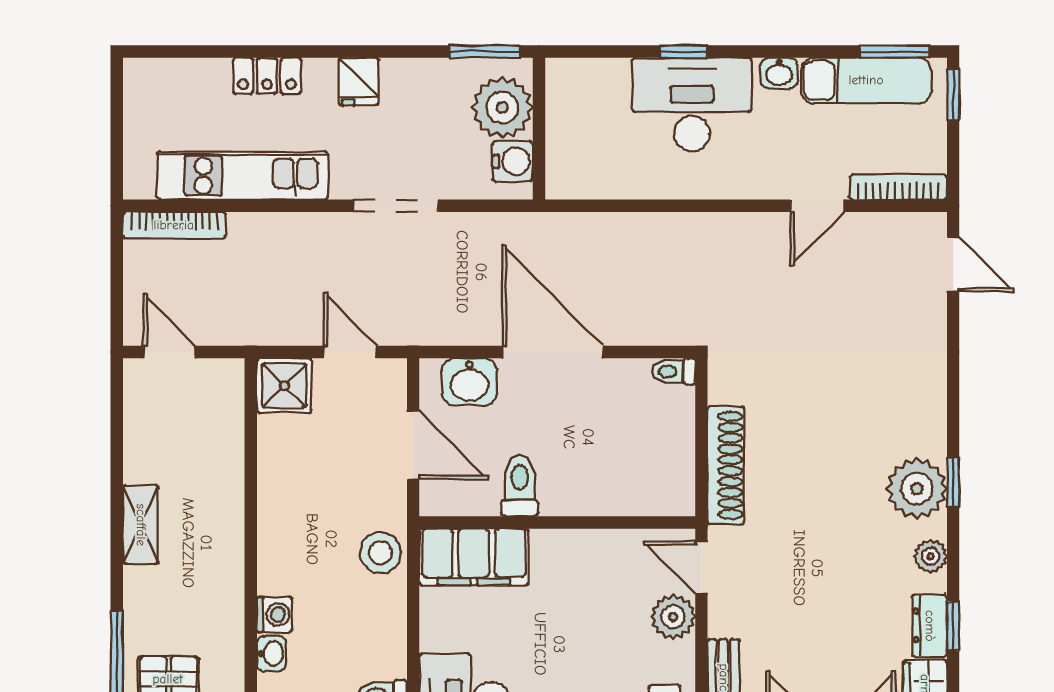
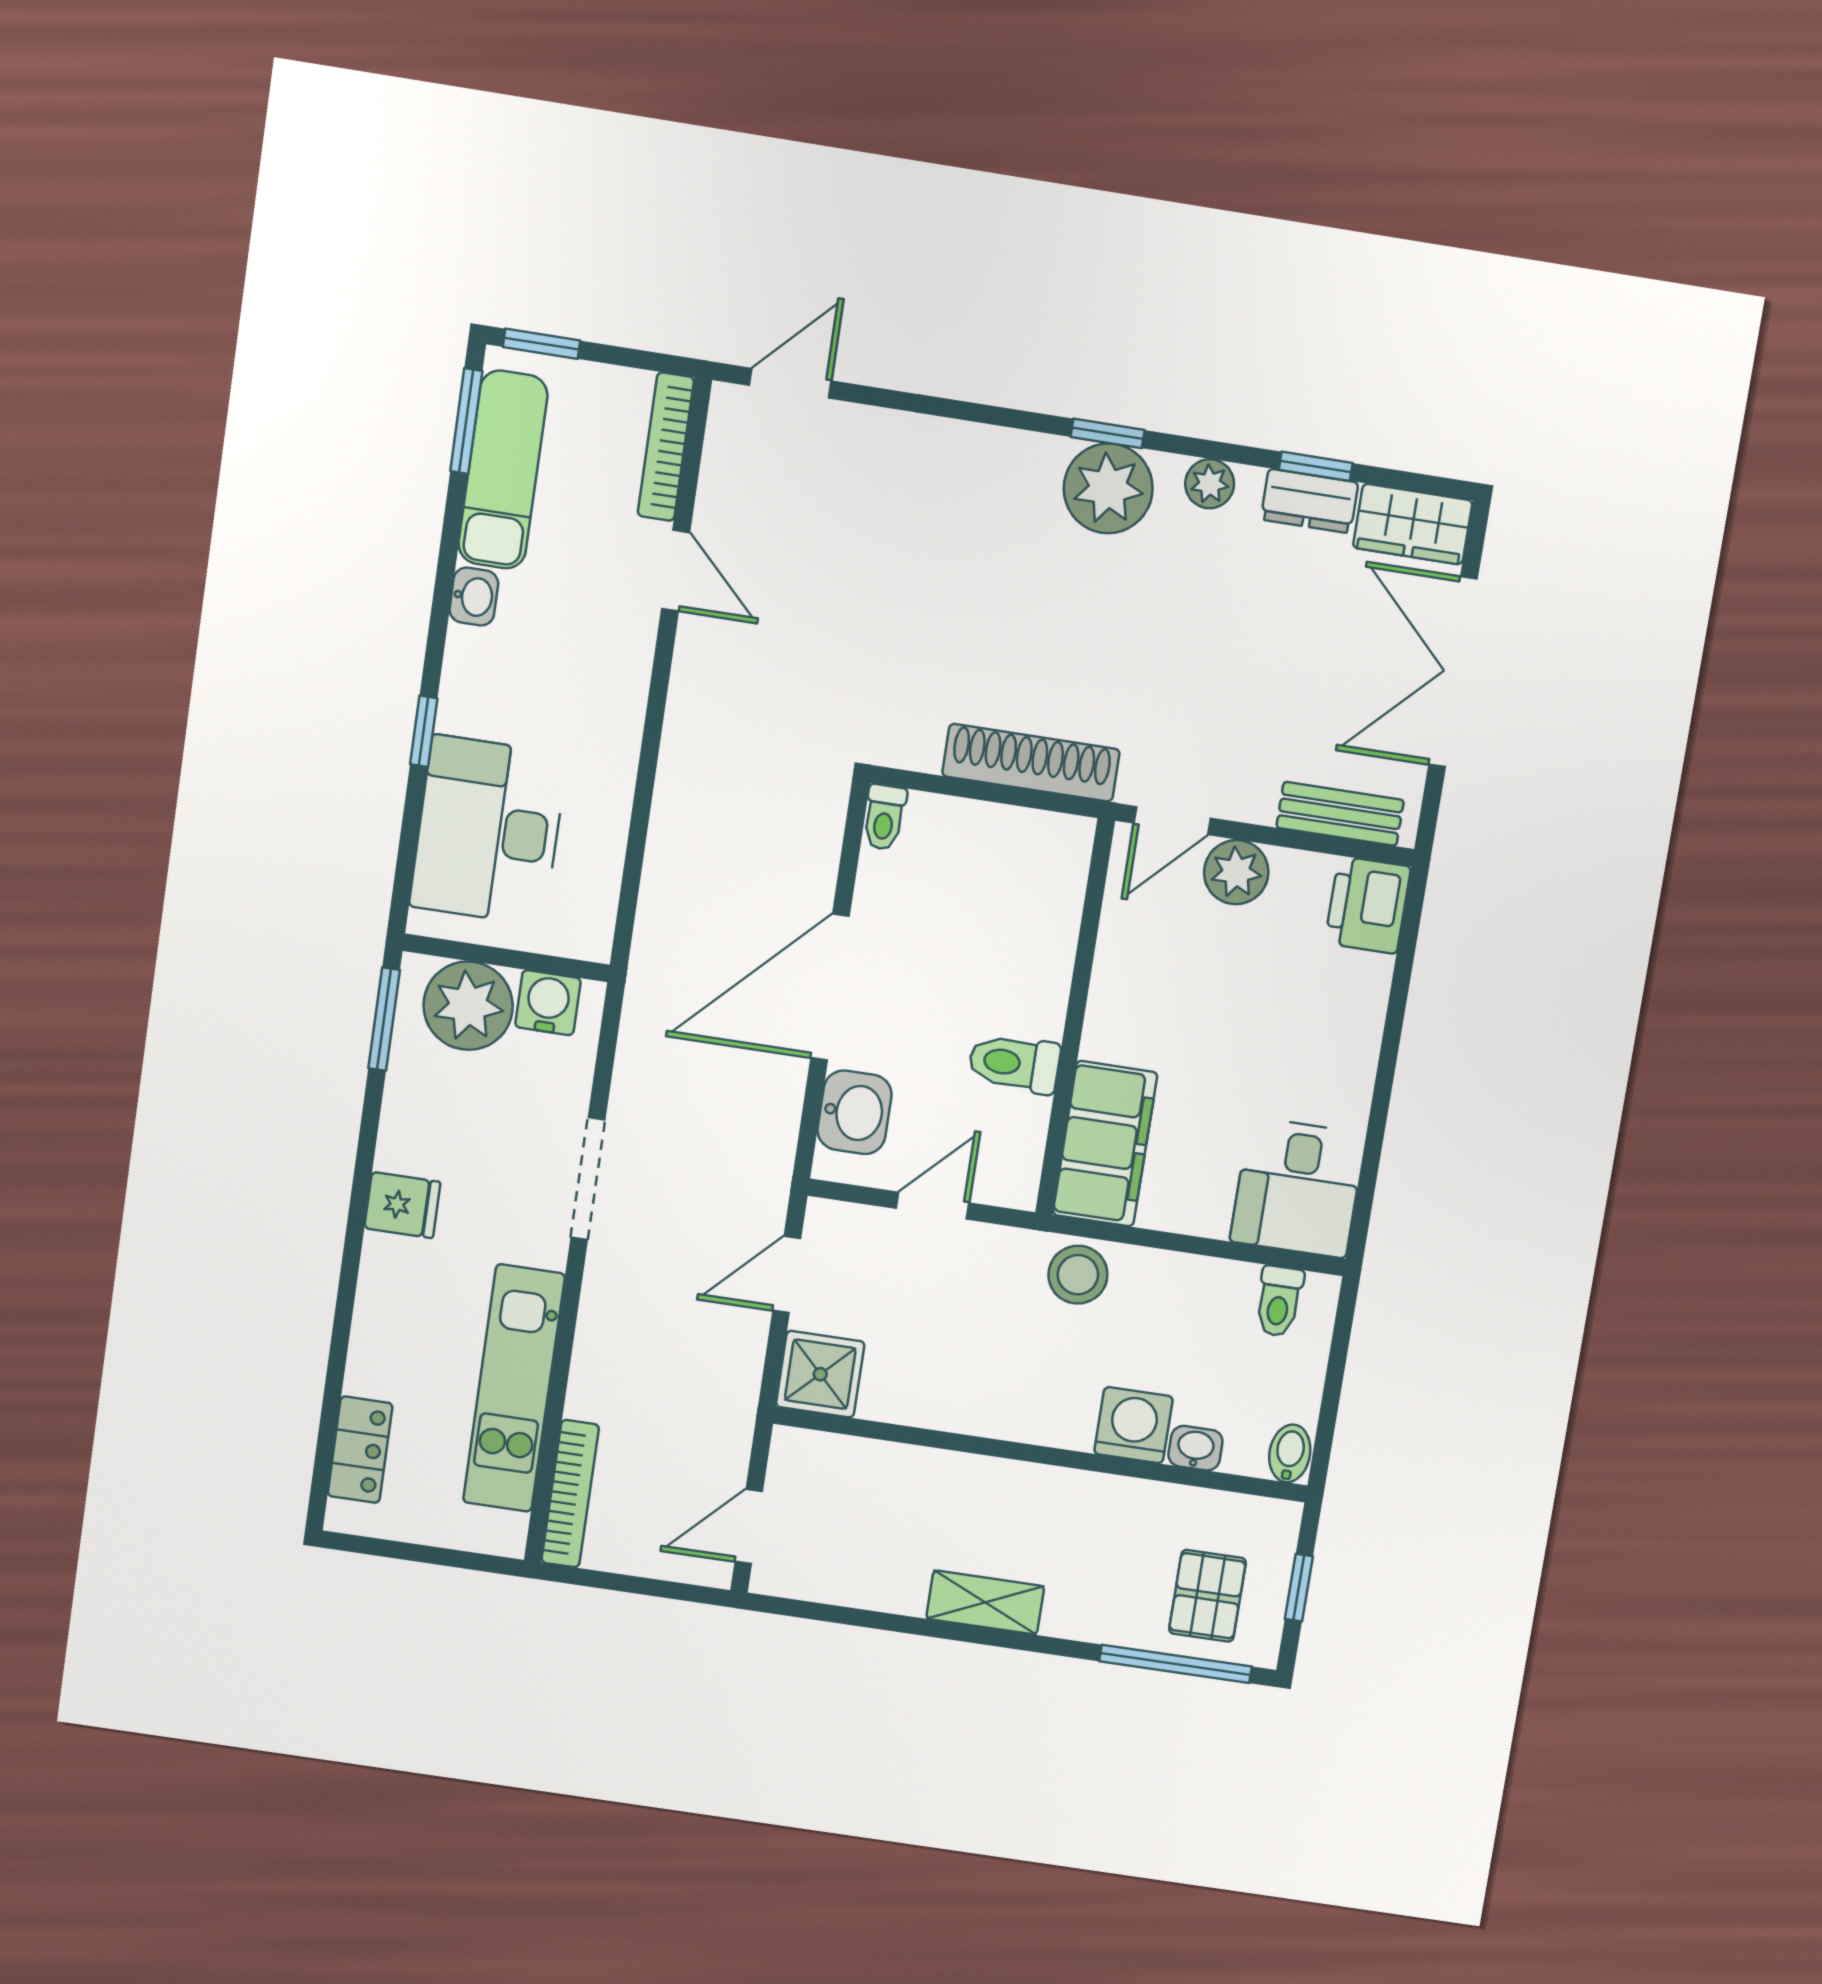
locker: (267, 76) -> (360, 1450), moved
desk: (692, 104) -> (488, 830), moved
door: (413, 445) -> (933, 1206), width x0.73
washing machine: (274, 615) -> (1134, 1425), width x1.38, depth x1.38

